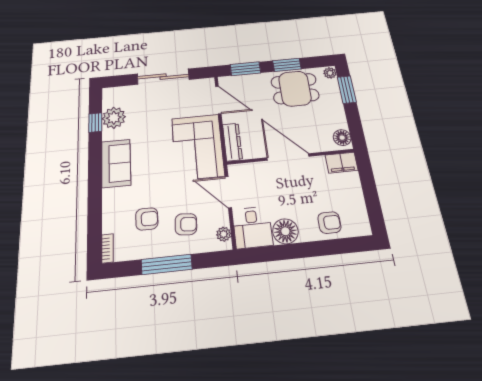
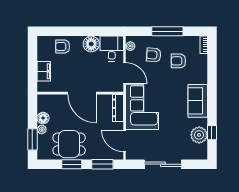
plant: (330, 73) -> (42, 129), moved
floor lamp: (342, 138) -> (43, 118), moved
filing cabinet: (342, 163) -> (44, 71), moved, turned 90

